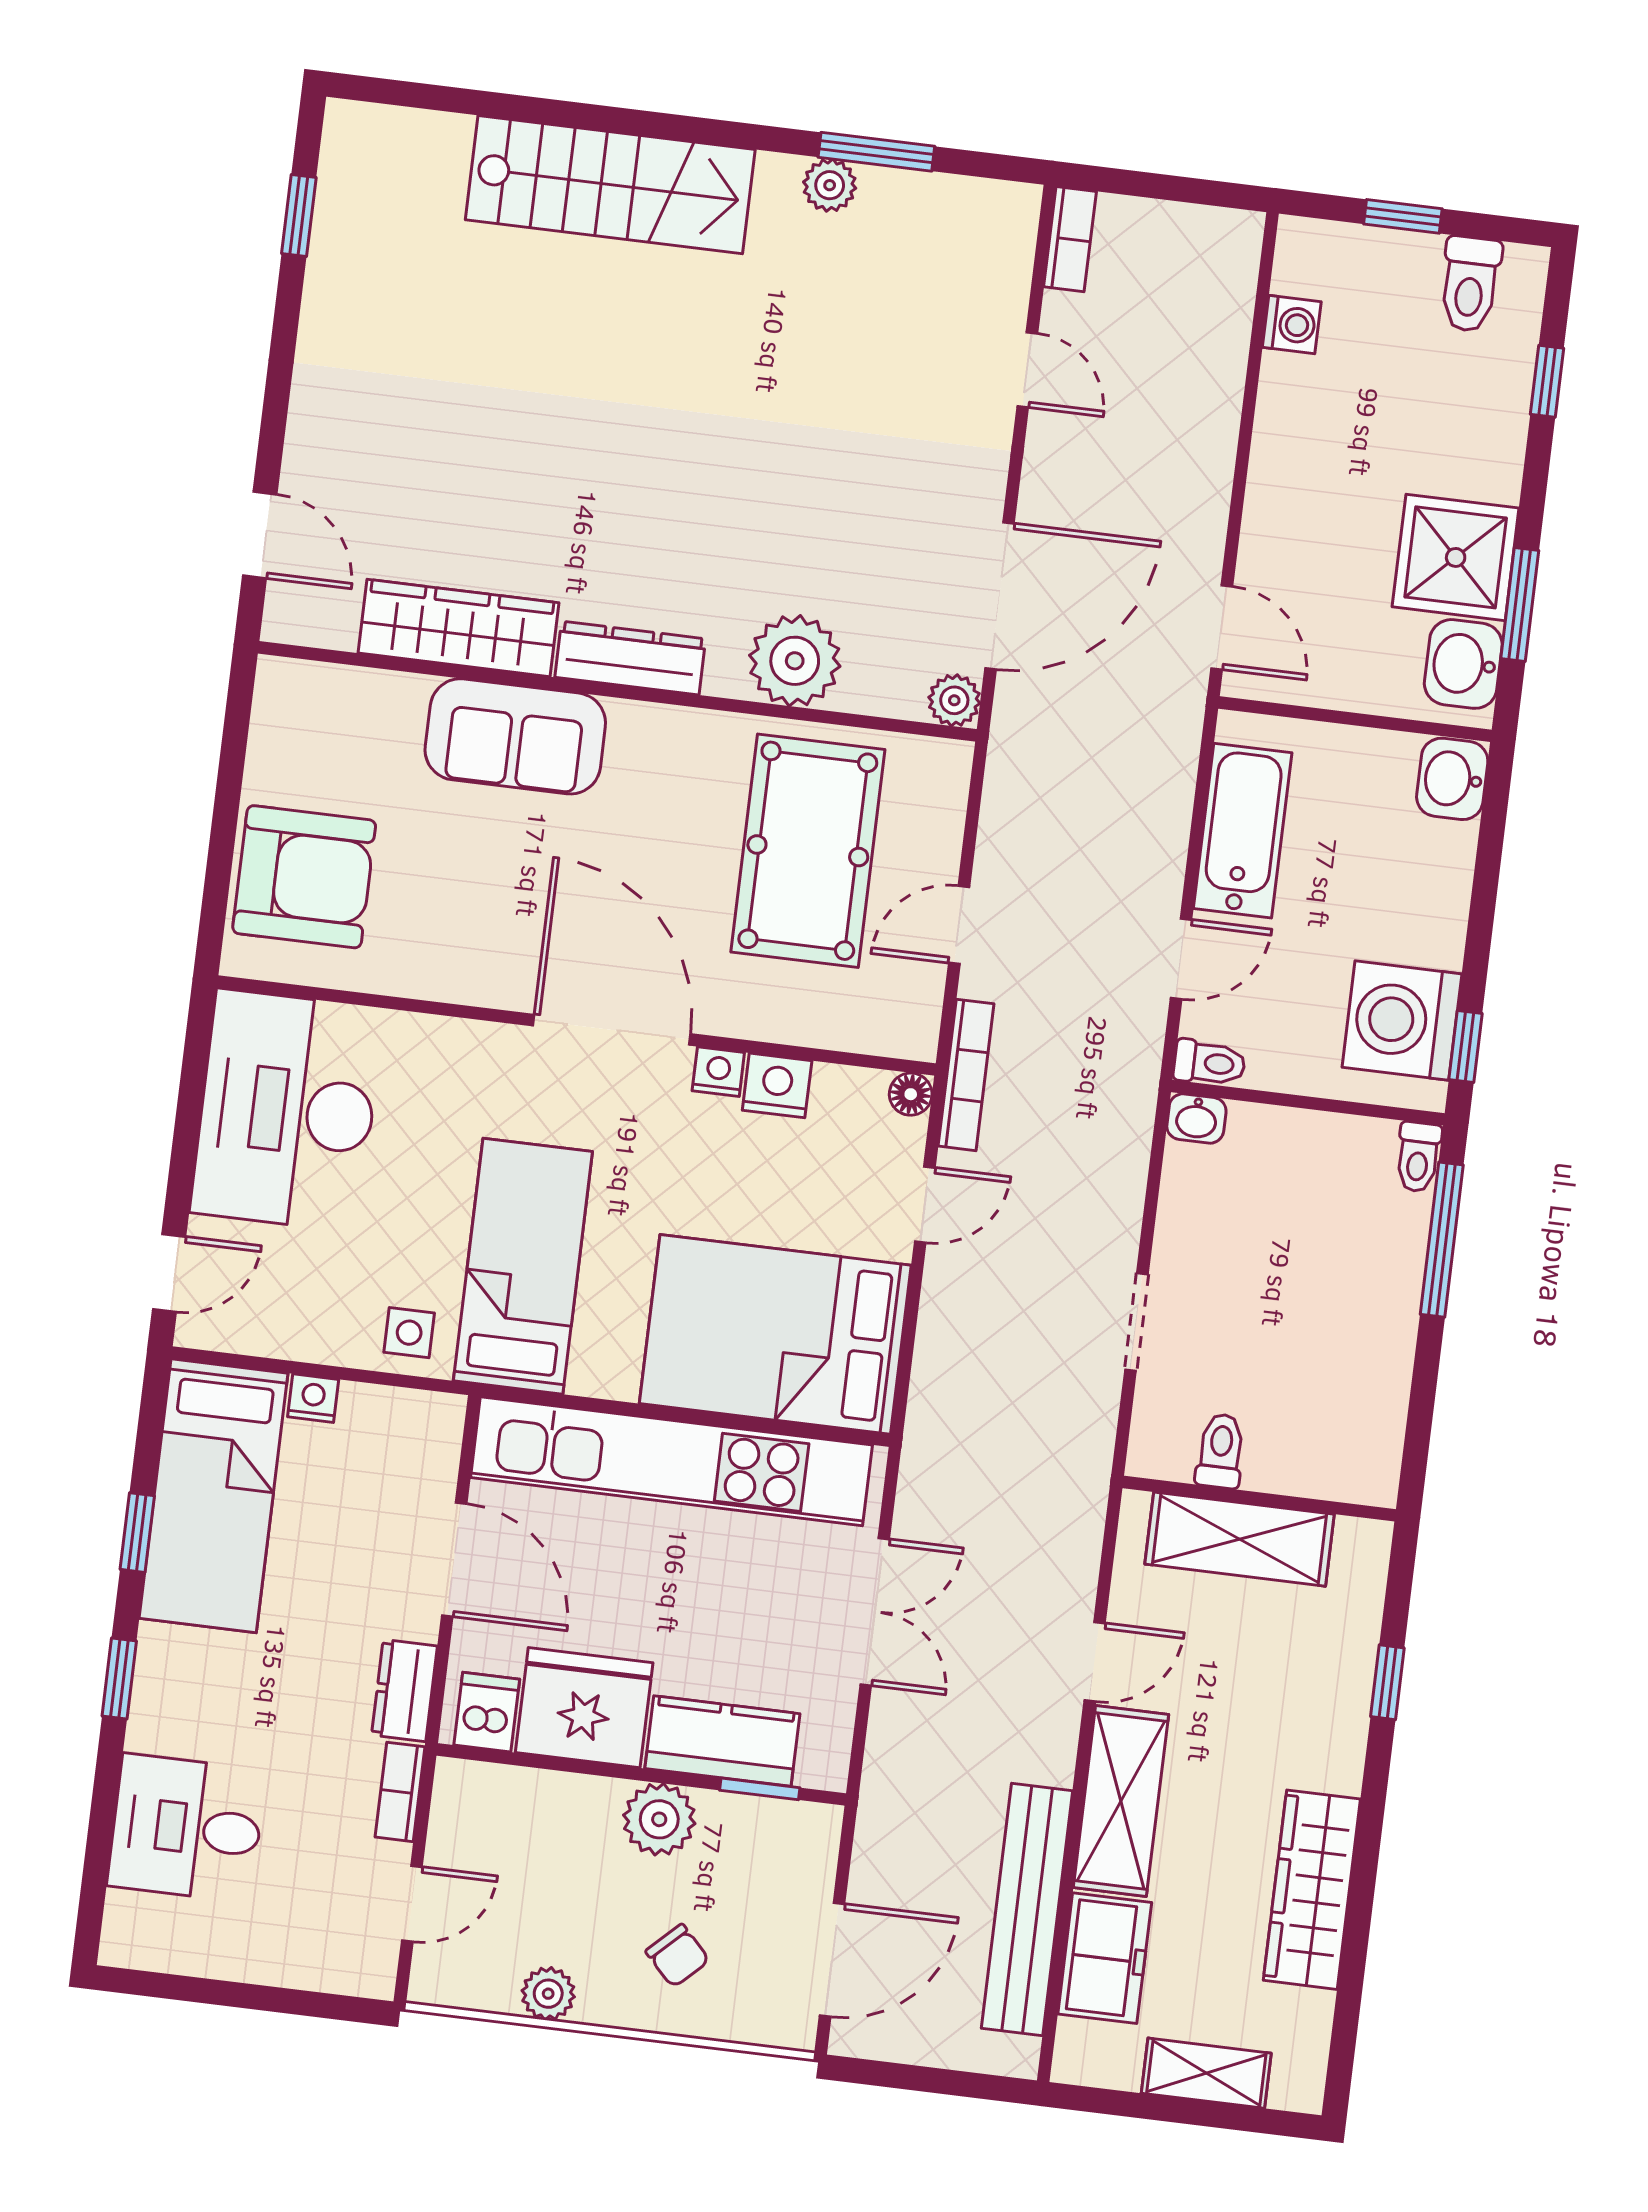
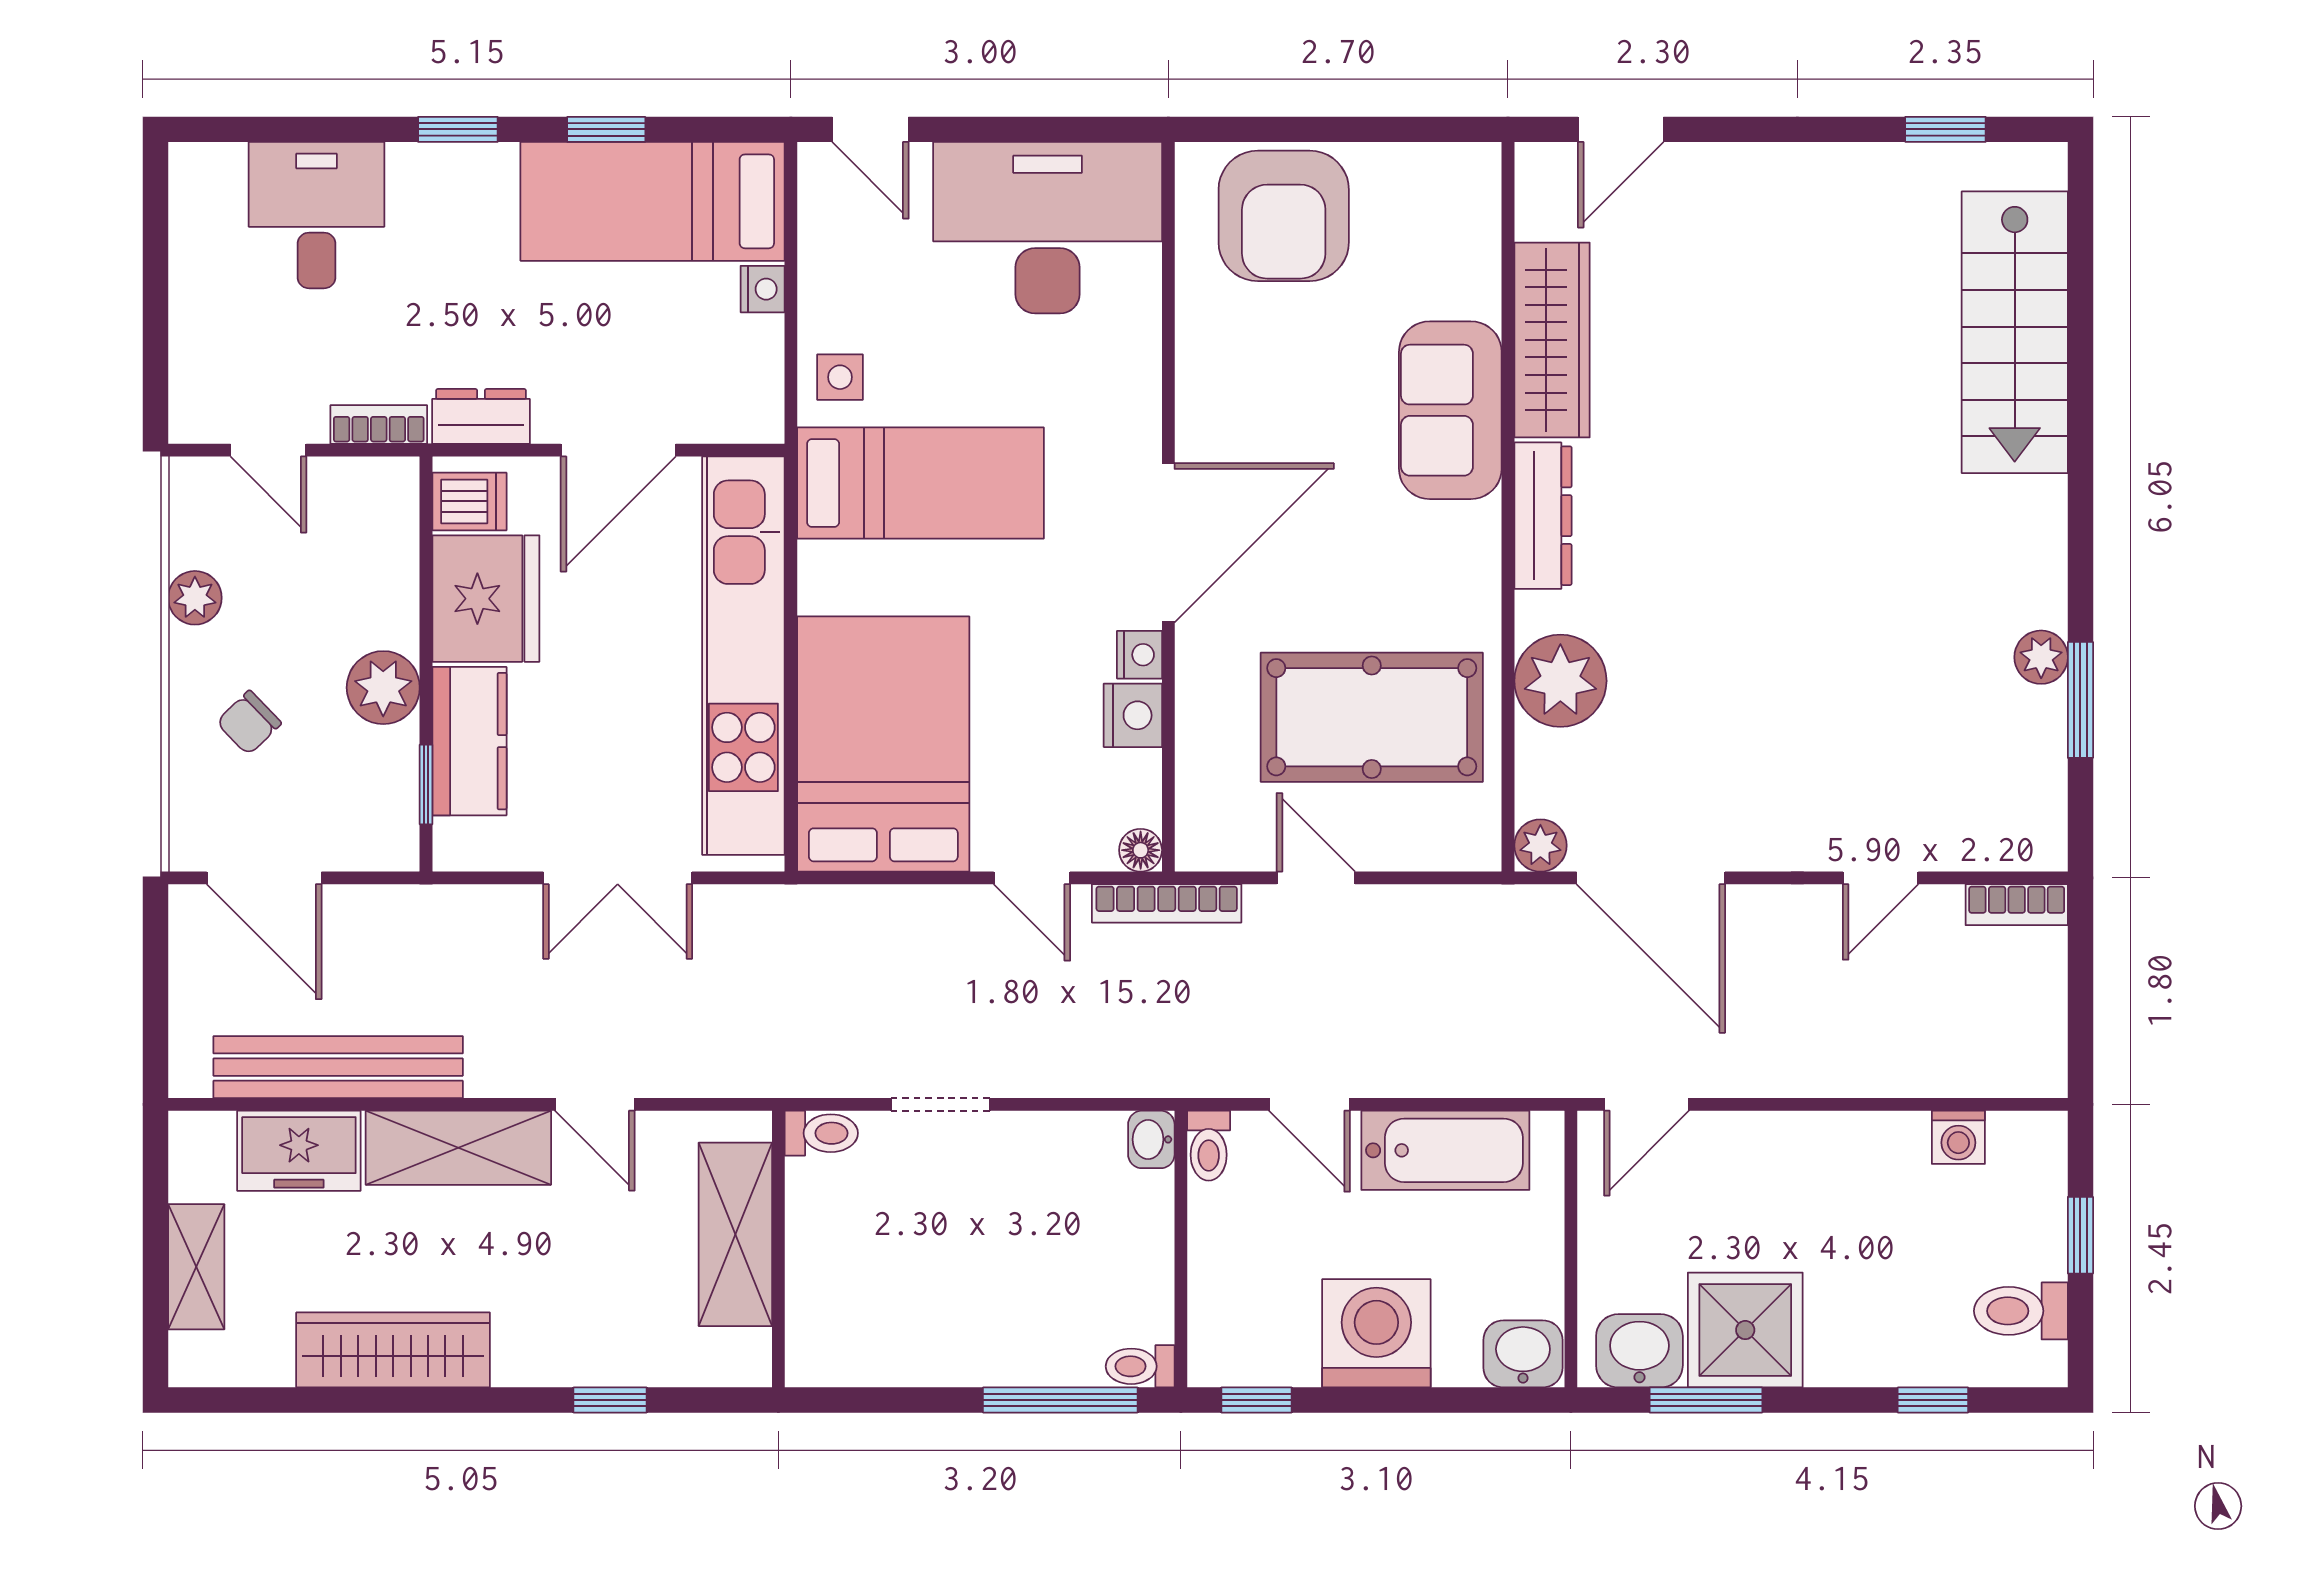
stairs: (610, 185) -> (2015, 332), moved
washing machine: (1402, 1021) -> (1376, 1333), moved
toilet: (1220, 1451) -> (821, 1133), moved

